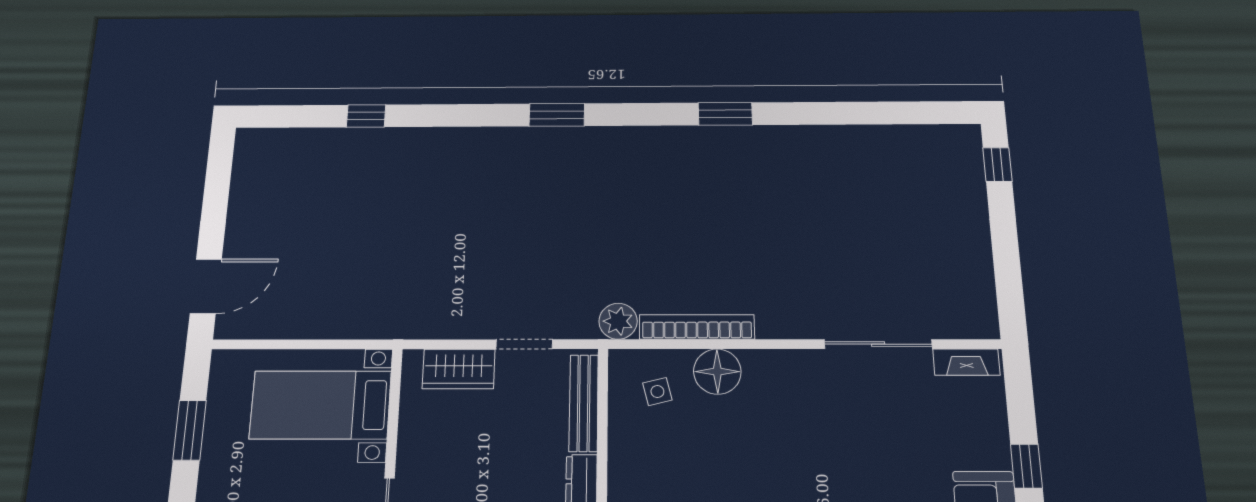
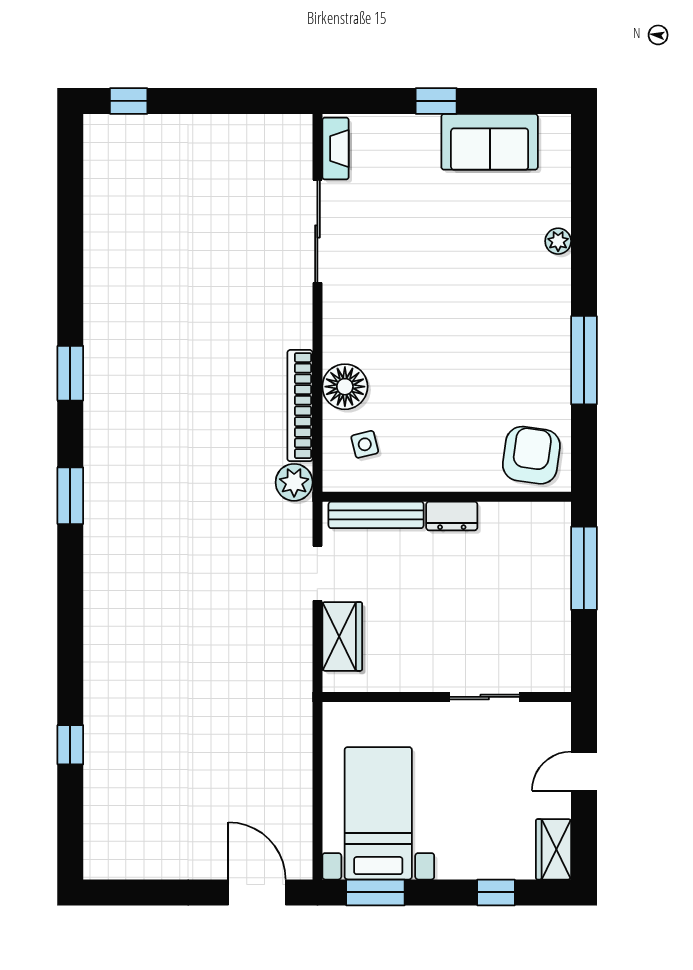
window: (557, 115) -> (70, 496), moved
bed with nightstands: (321, 405) -> (378, 813), moved, turned 180
window: (190, 430) -> (375, 892), moved

